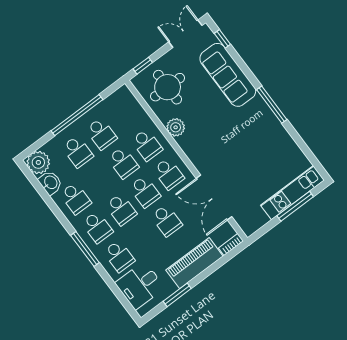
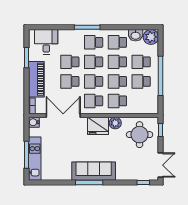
sofa: (228, 75) -> (94, 171), moved
fridge: (195, 146) -> (98, 126), added
school desk: (99, 181) -> (117, 62), added
water cooler: (249, 227) -> (34, 122), added
school desk: (119, 256) -> (70, 62), moved

